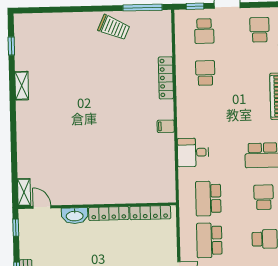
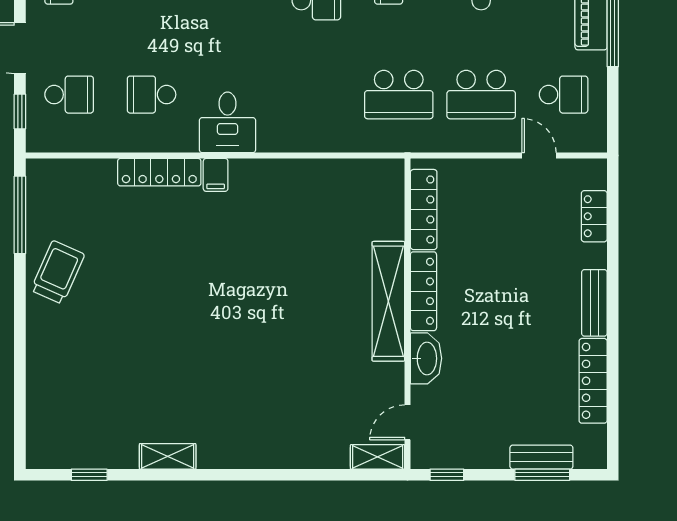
filing cabinet: (166, 126) -> (216, 175), moved
desk: (193, 152) -> (228, 122), moved
shelving: (103, 196) -> (388, 301), added

